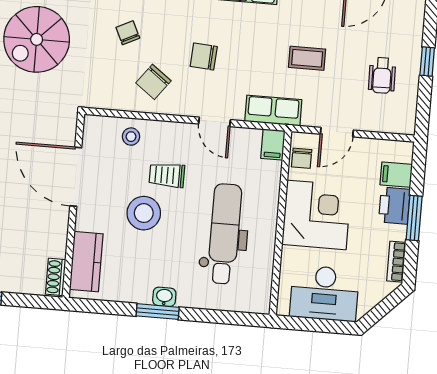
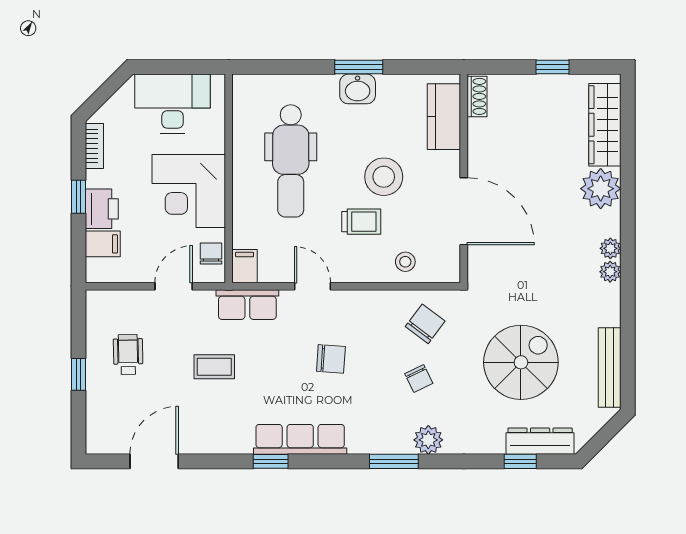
chair: (153, 82) -> (425, 324), moved
window: (414, 218) -> (79, 197), width x0.67
washbasin: (164, 297) -> (358, 89), width x1.38, depth x1.45

